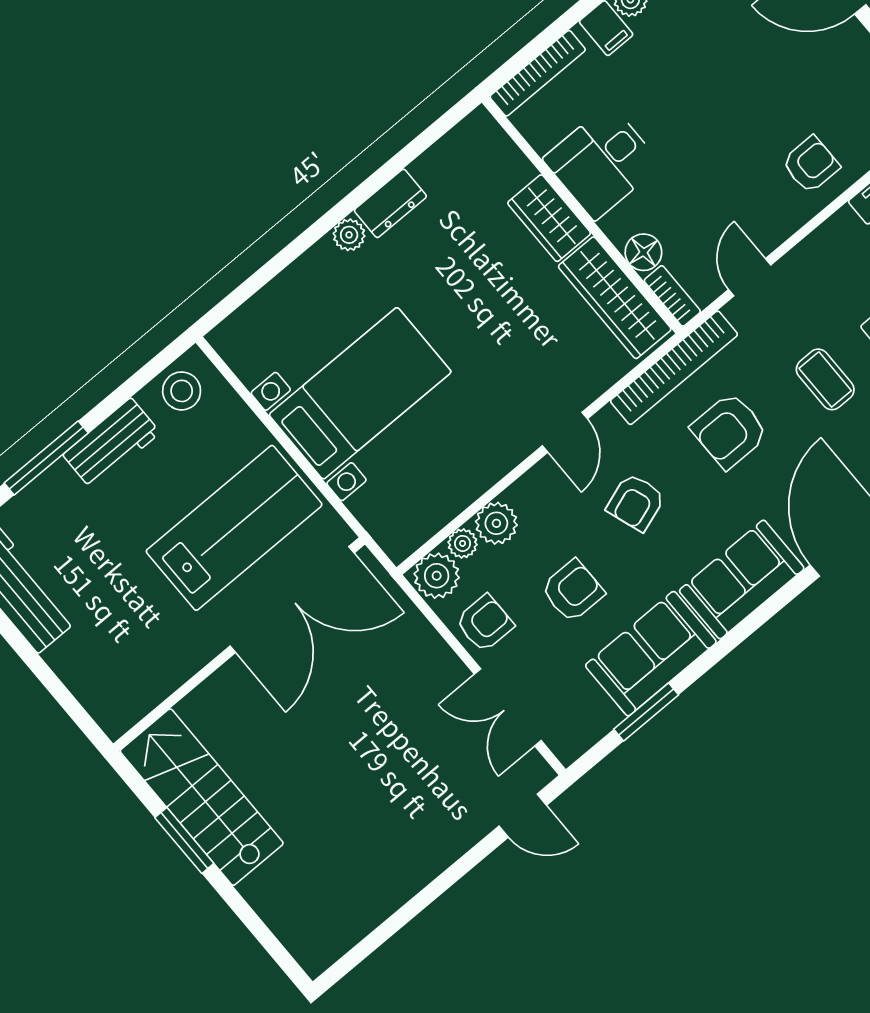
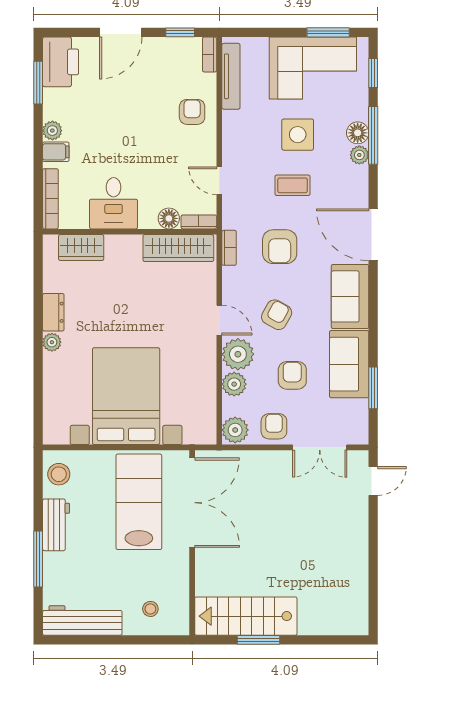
wardrobe: (549, 218) -> (81, 248), moved
bookcase: (674, 368) -> (229, 248), width x0.43, depth x0.76
bed with nightstands: (360, 393) -> (126, 396), width x1.36
armchair: (636, 502) -> (277, 315), turned -132
plant: (463, 543) -> (238, 354), moved, width x1.88, depth x1.88
stool: (105, 663) -> (150, 609), added

